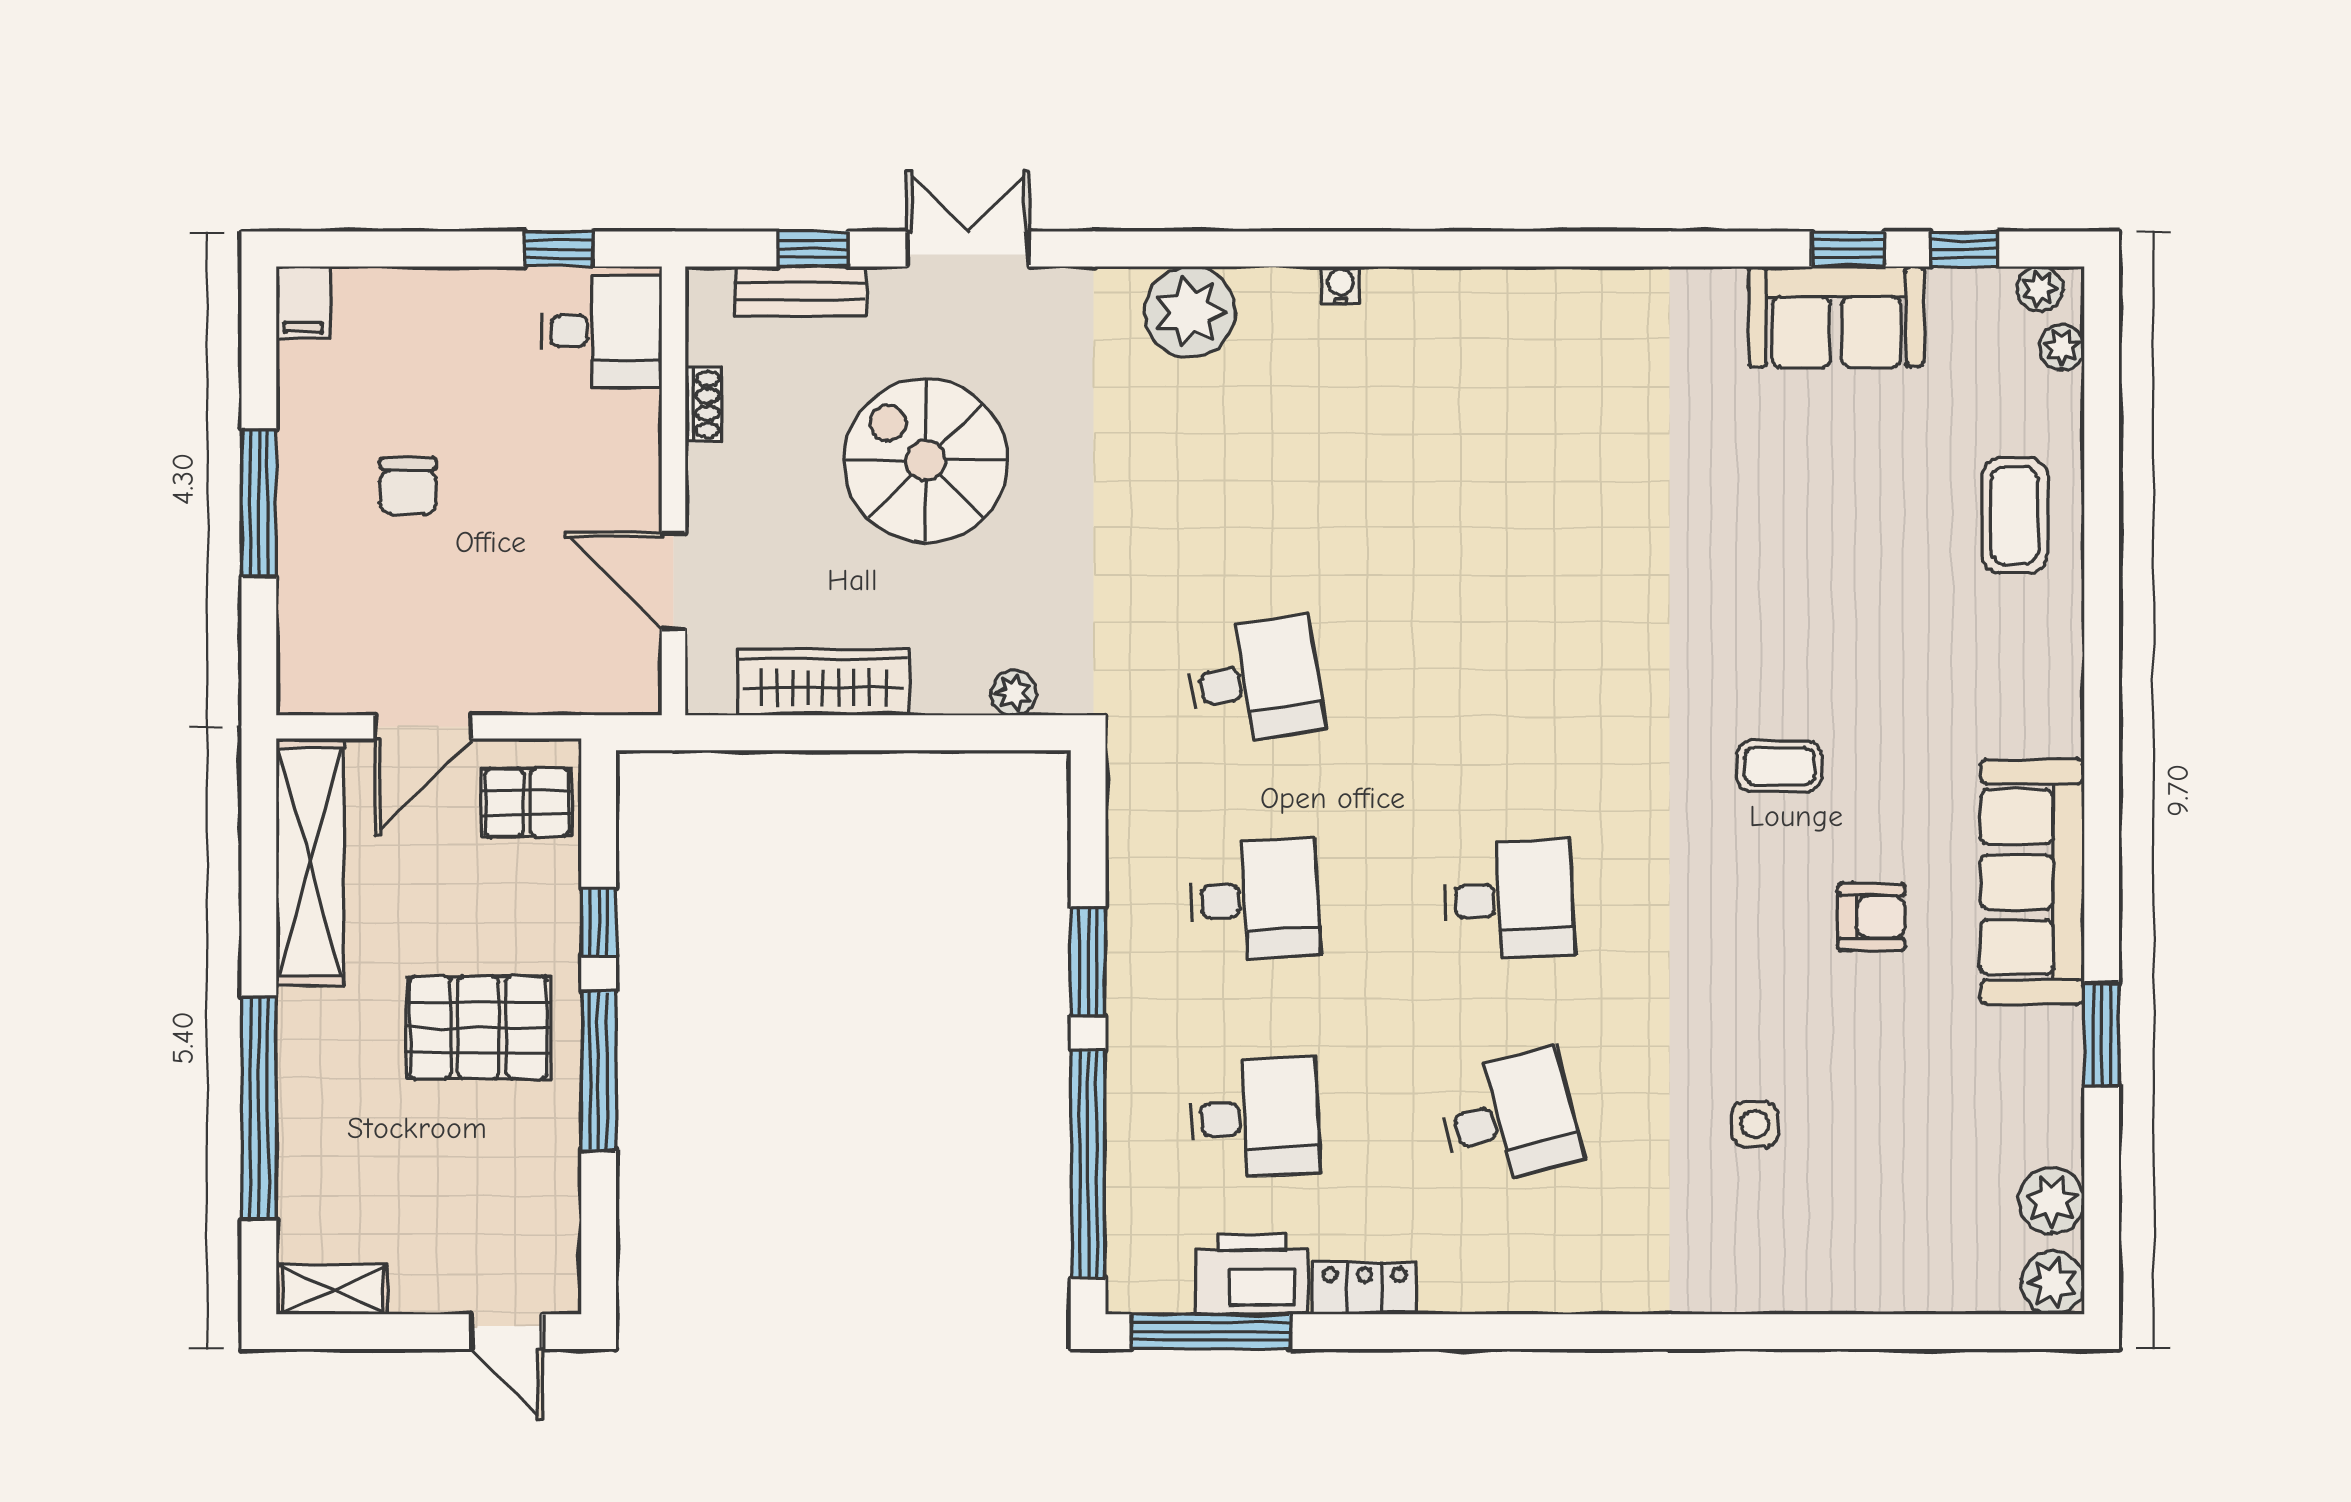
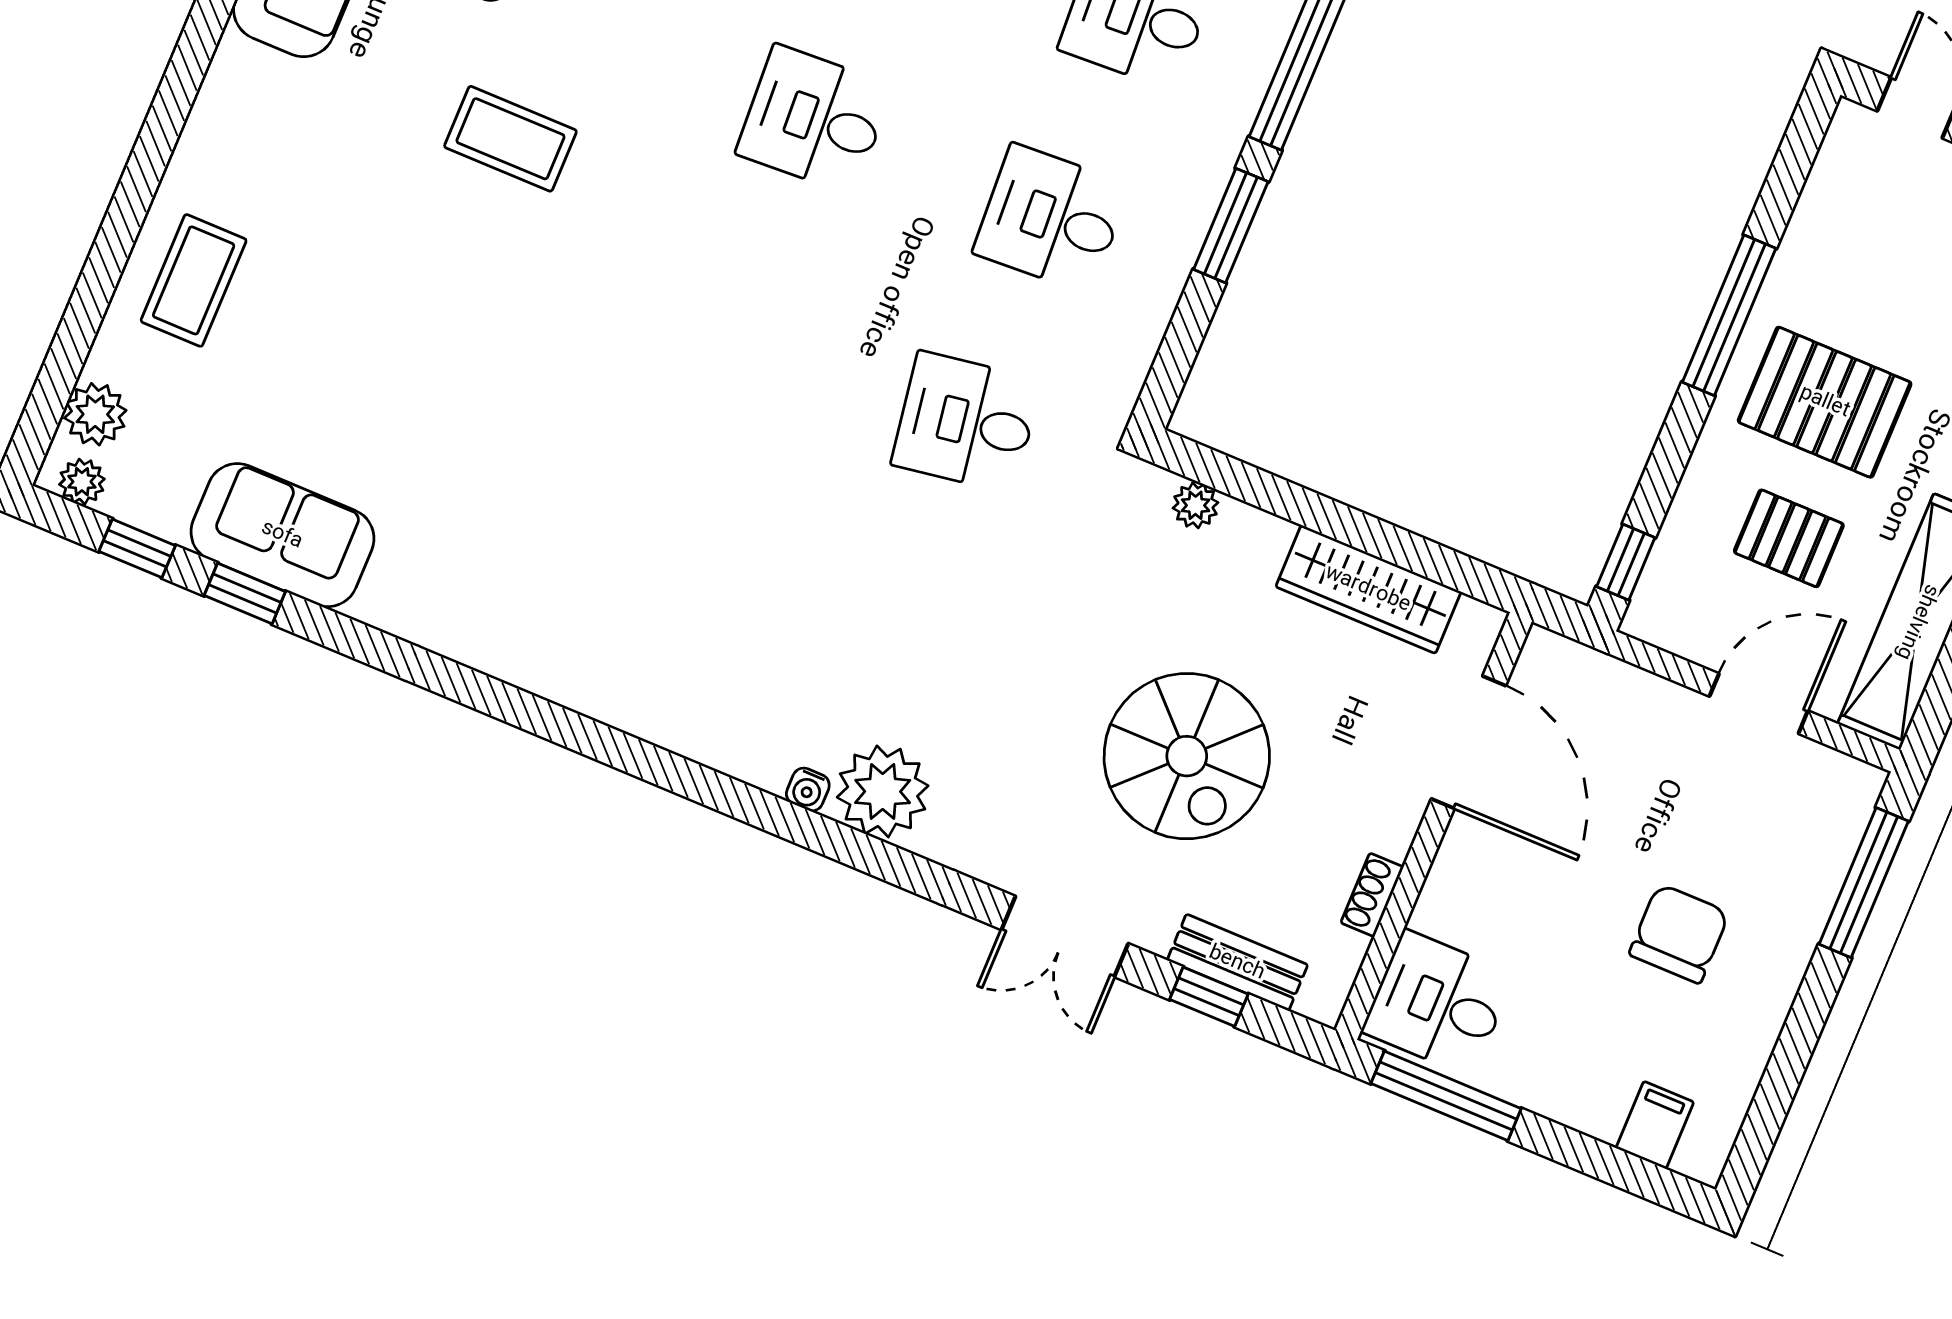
window: (559, 249) -> (1446, 1096), width x2.17
water cooler: (1340, 285) -> (808, 789), moved
filing cabinet: (303, 302) -> (1655, 1125), moved
plant: (2062, 347) -> (95, 414), width x1.38, depth x1.38
chair: (408, 486) -> (1679, 934), width x1.37, depth x1.37
window: (259, 503) -> (1864, 883), moved
door: (674, 581) -> (1469, 742), width x1.36
coffee table: (1779, 766) -> (510, 139), width x1.36, depth x1.30
pallet: (527, 802) -> (1789, 538), moved
window: (599, 922) -> (1626, 562), moved

